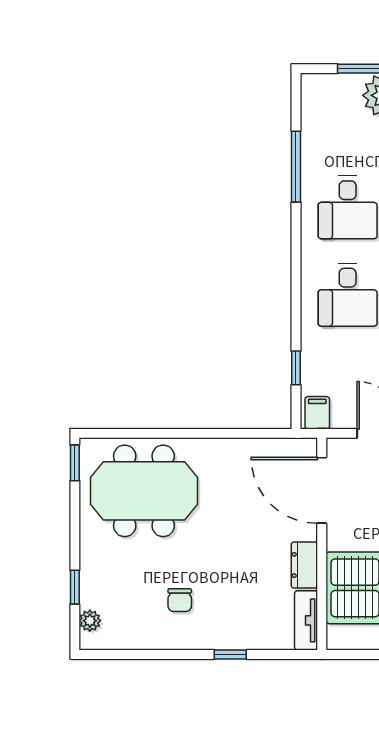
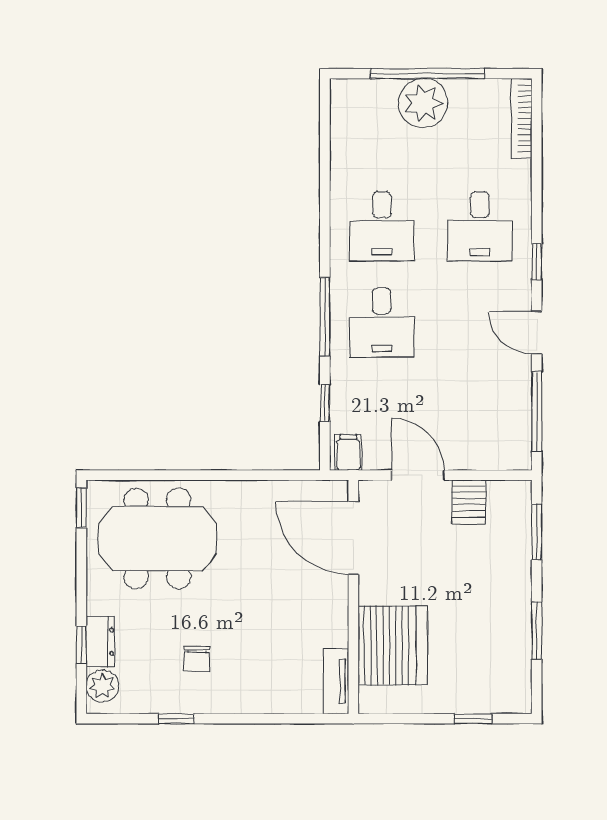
window: (296, 167) -> (325, 317), moved
dresser: (304, 565) -> (100, 642), moved, turned 180
plant: (90, 621) -> (102, 686), width x1.38, depth x1.38
window: (230, 654) -> (176, 719), moved

